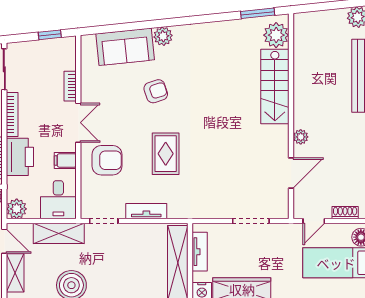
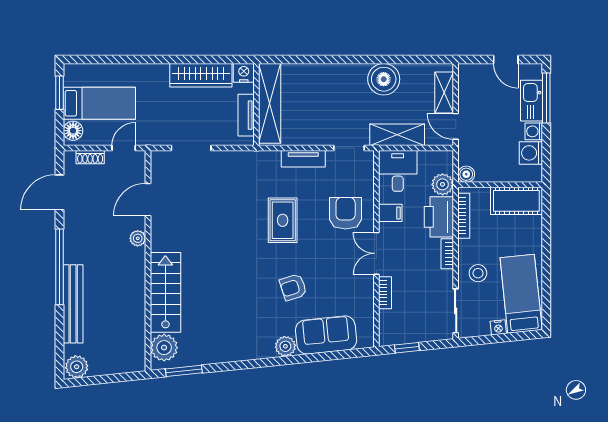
bookcase: (12, 115) -> (447, 254), width x0.64
armchair: (107, 160) -> (346, 213), turned 90
plant: (17, 209) -> (443, 184), moved

